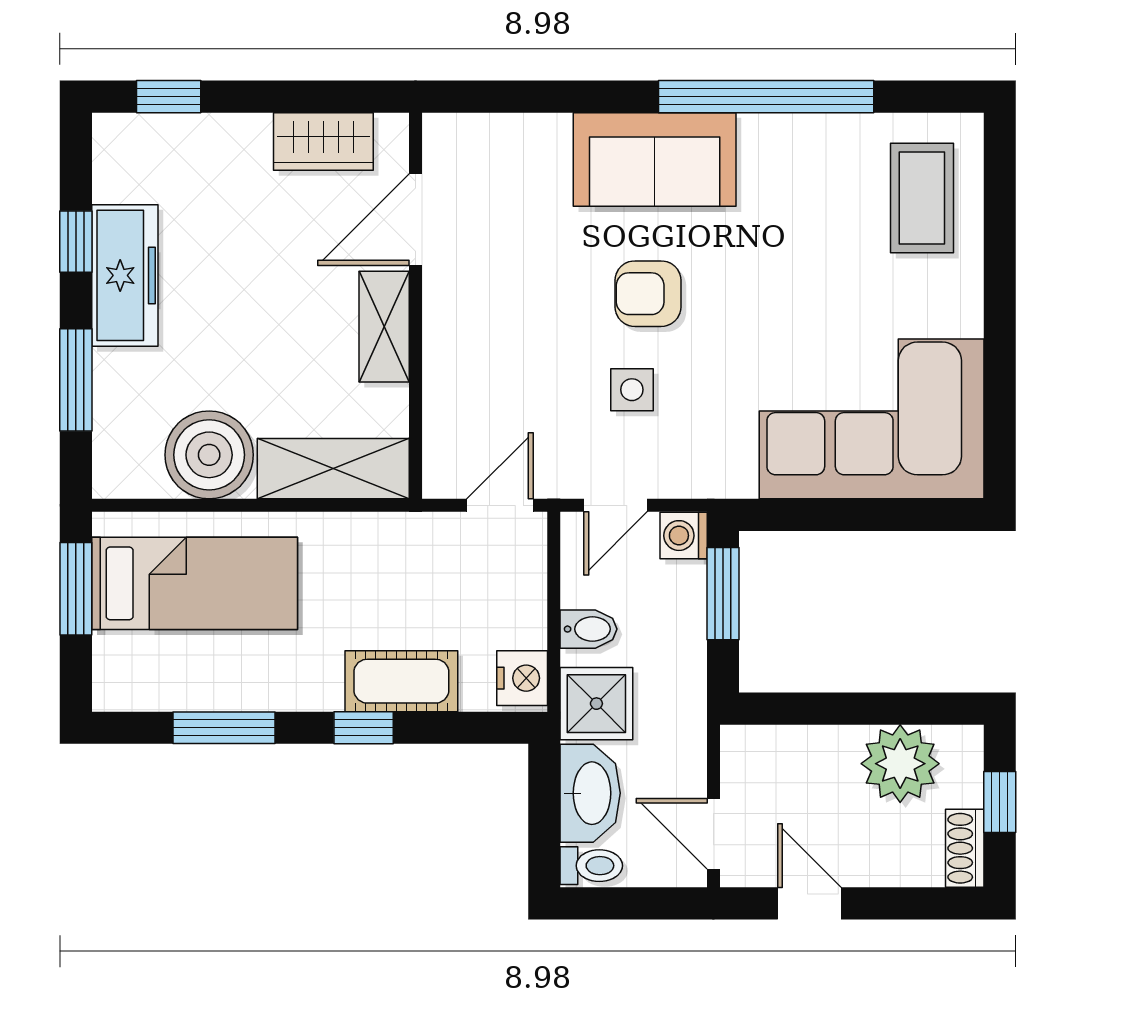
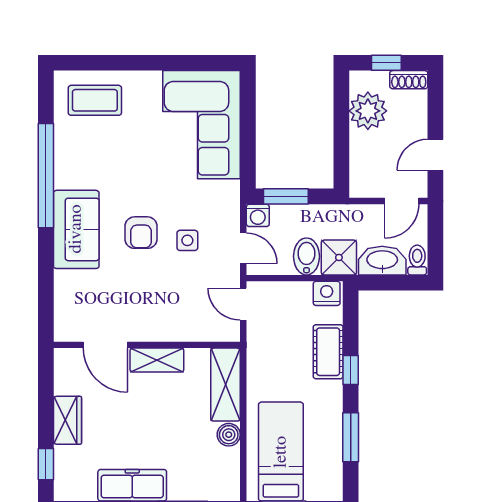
wardrobe: (323, 141) -> (68, 420), moved
boiler: (209, 455) -> (229, 435), width x0.54, depth x0.54
bidet: (589, 629) -> (307, 256), width x1.38, depth x1.36

